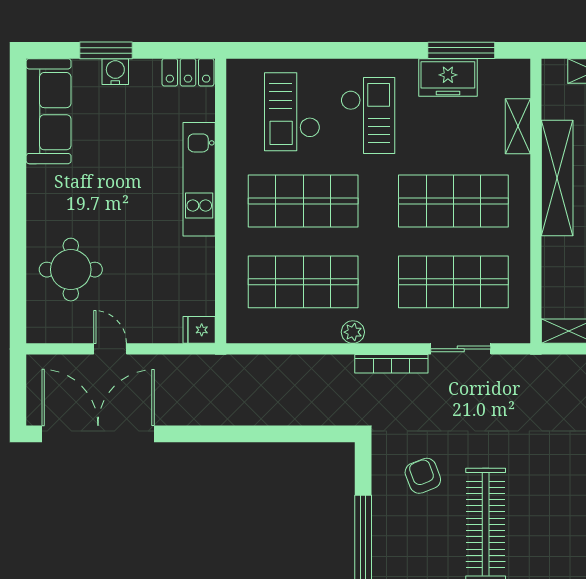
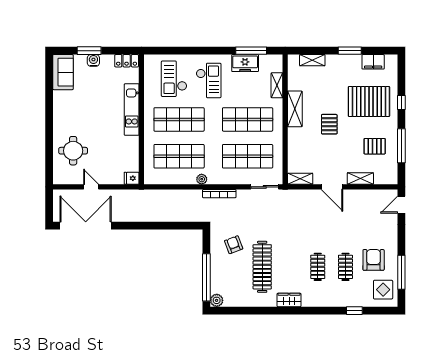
sofa: (49, 111) -> (63, 72), width x0.73
shelving: (557, 178) -> (295, 109), width x0.68
sliding door: (461, 349) -> (265, 187), moved

